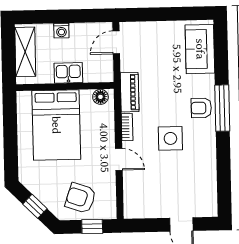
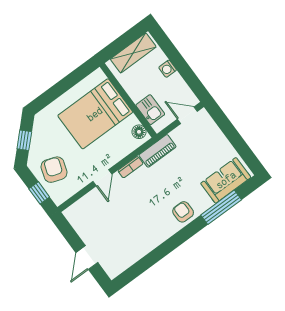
kitchen sink: (68, 73) -> (150, 110), moved
window: (222, 108) -> (221, 207), moved
side table: (170, 138) -> (145, 205), removed

